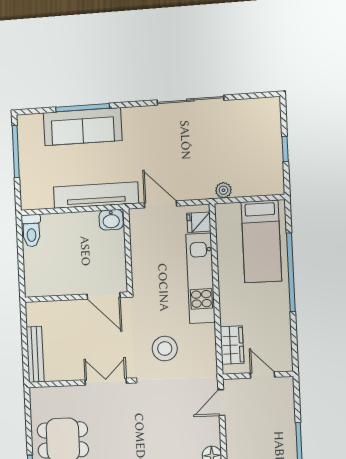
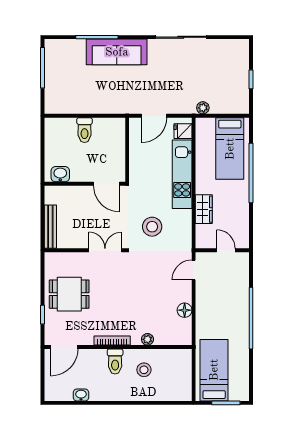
sofa: (83, 127) -> (117, 52), moved
tv unit: (96, 195) -> (104, 106), removed
door: (161, 204) -> (154, 116), swing flipped
washbasin: (111, 220) -> (60, 174), moved, turned 180
toilet: (31, 231) -> (85, 130), moved
wardrobe: (232, 345) -> (204, 209), moved

